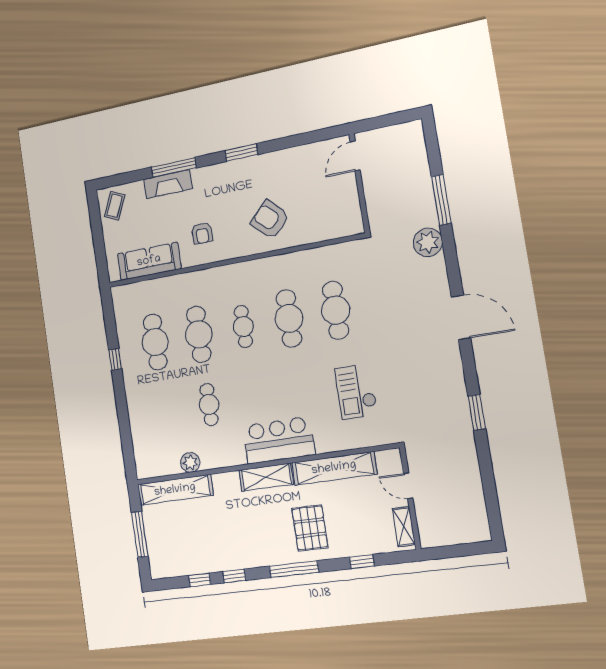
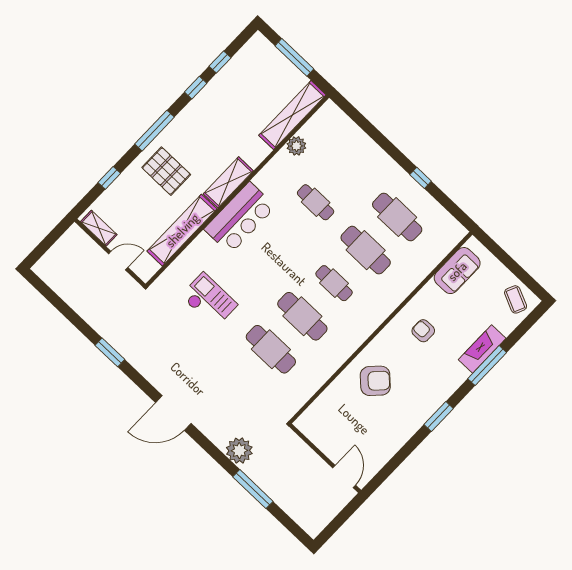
sofa: (149, 261) -> (457, 271), width x0.73

